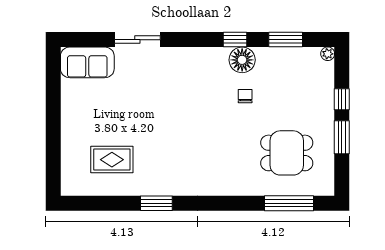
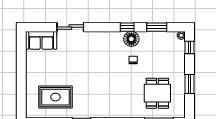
window: (342, 99) -> (189, 47), moved
dining table: (287, 153) -> (157, 93), turned 90
rug: (112, 160) -> (55, 97), width x1.36, depth x1.43

